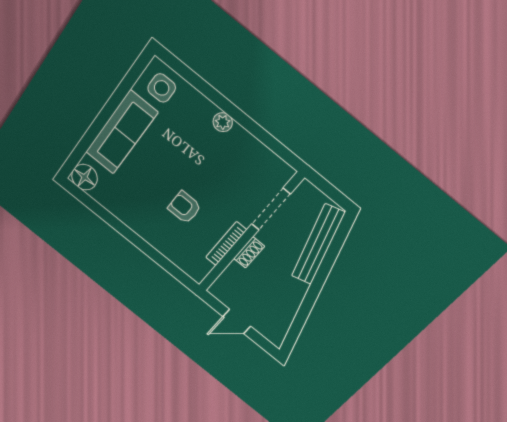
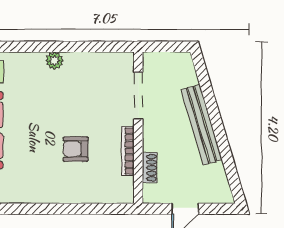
bench: (318, 245) -> (202, 125), moved
shoe rack: (249, 252) -> (150, 168), moved

